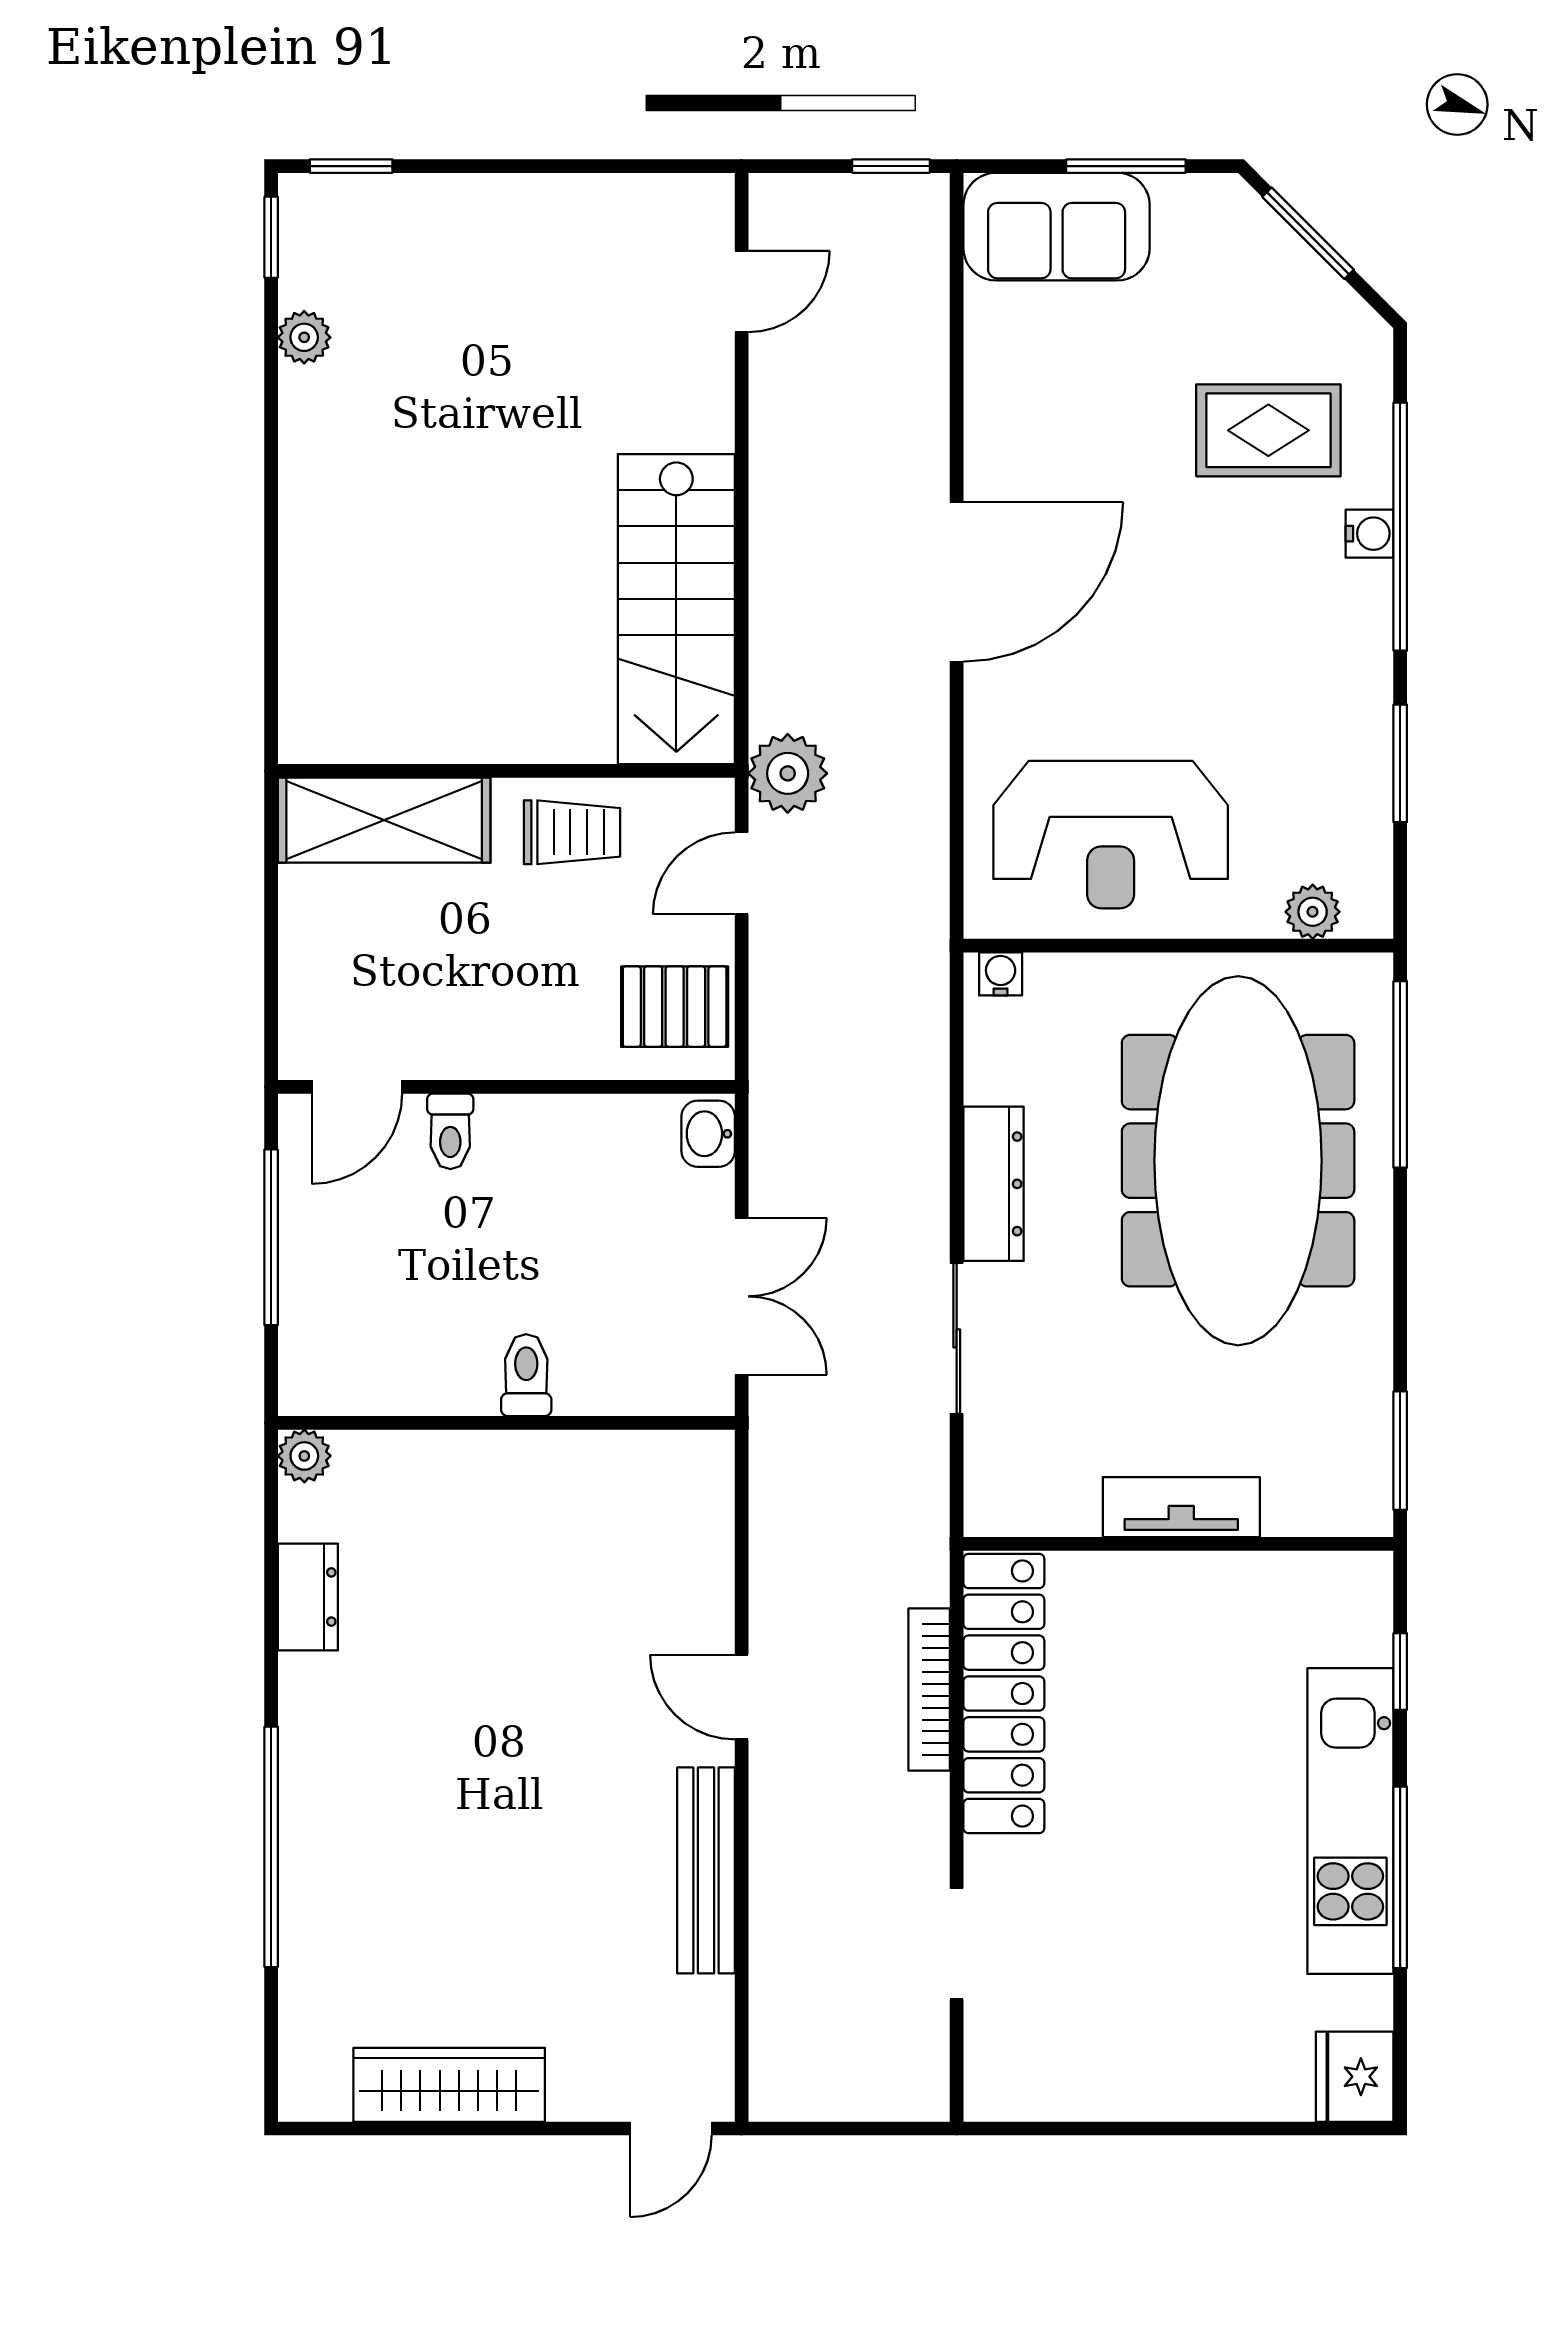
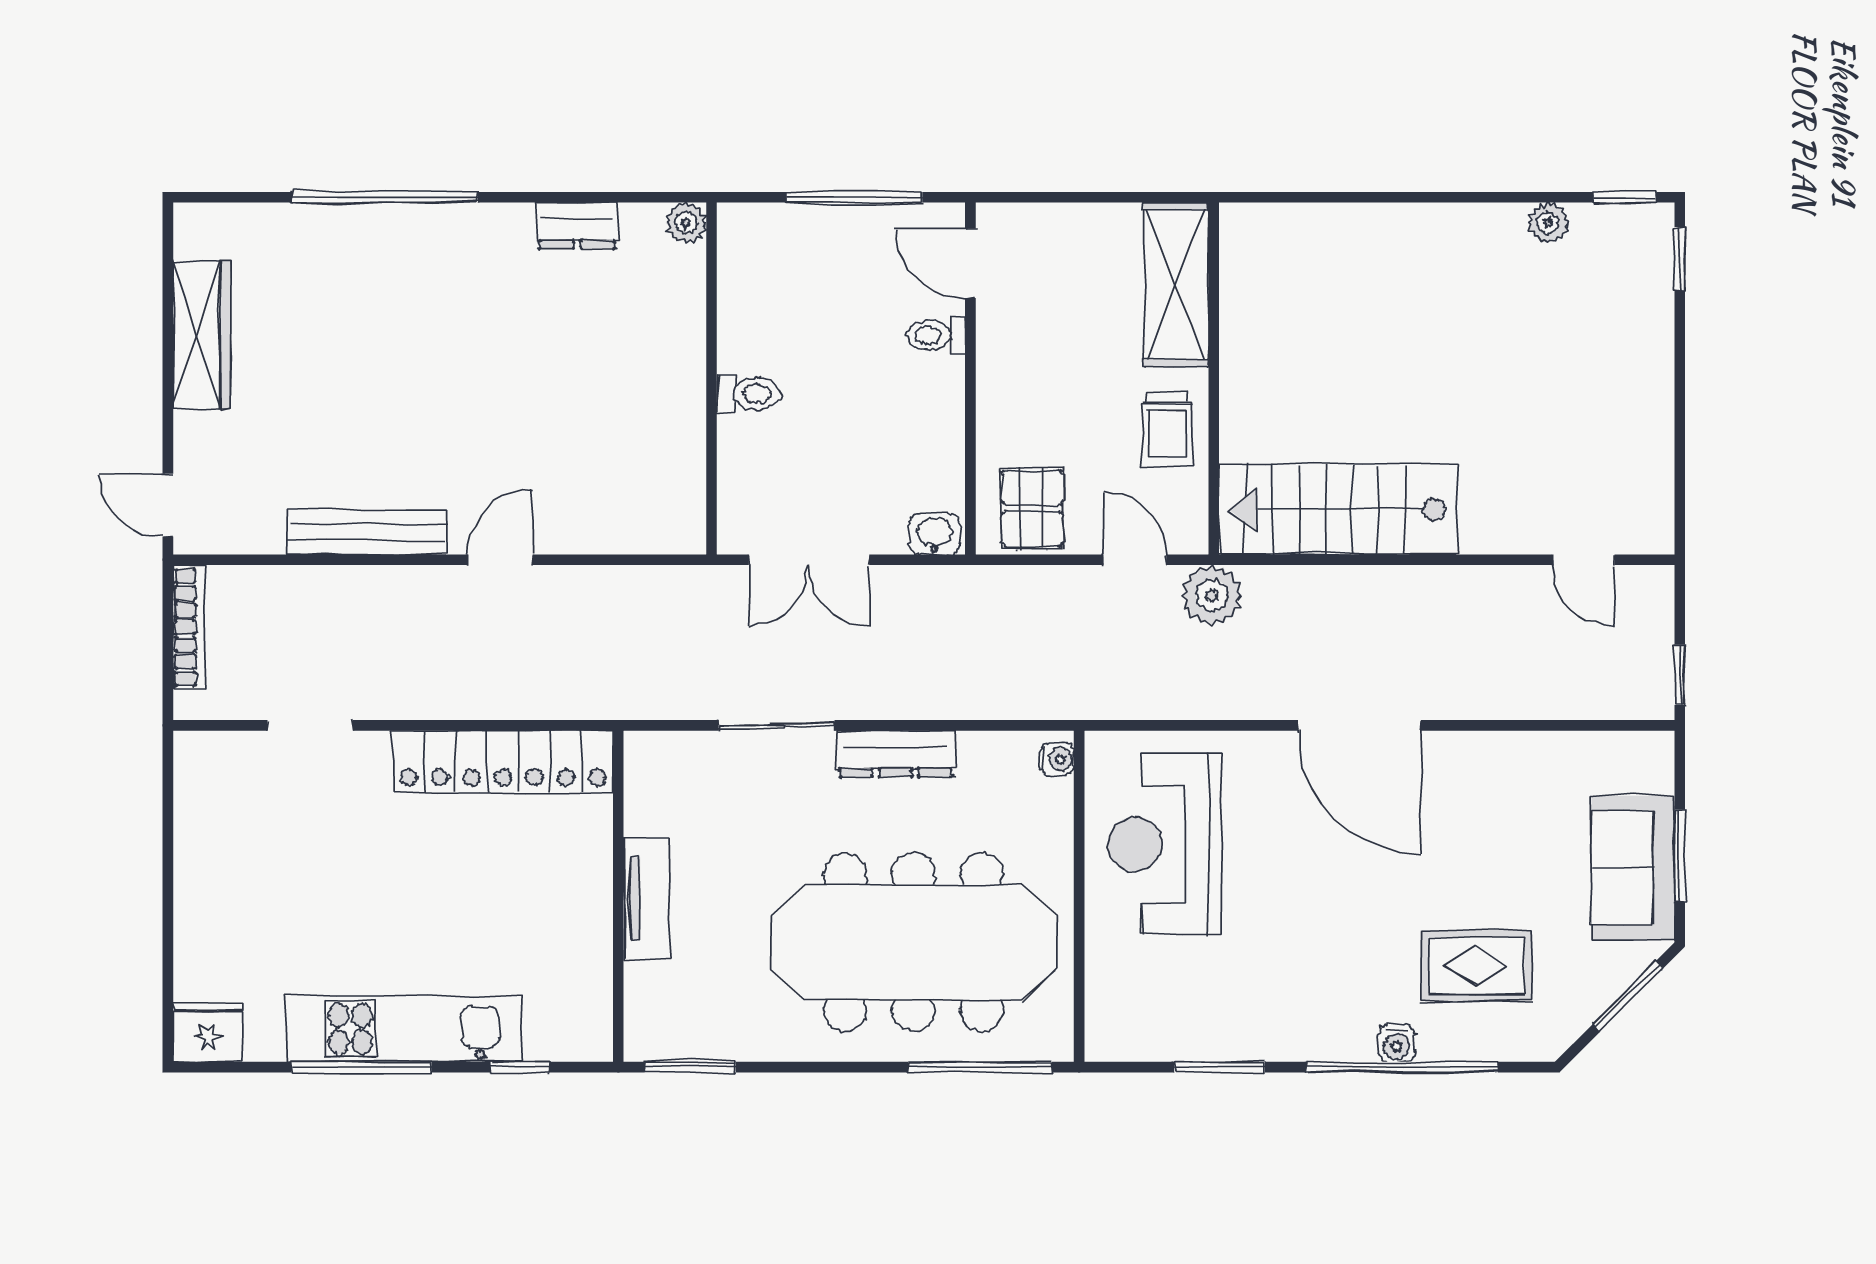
sofa: (1057, 227) -> (1633, 868), moved
rug: (1268, 430) -> (1476, 966), turned 90
plant: (1313, 912) -> (1105, 1000), removed
bookcase: (929, 1690) -> (189, 627), moved, turned 90

